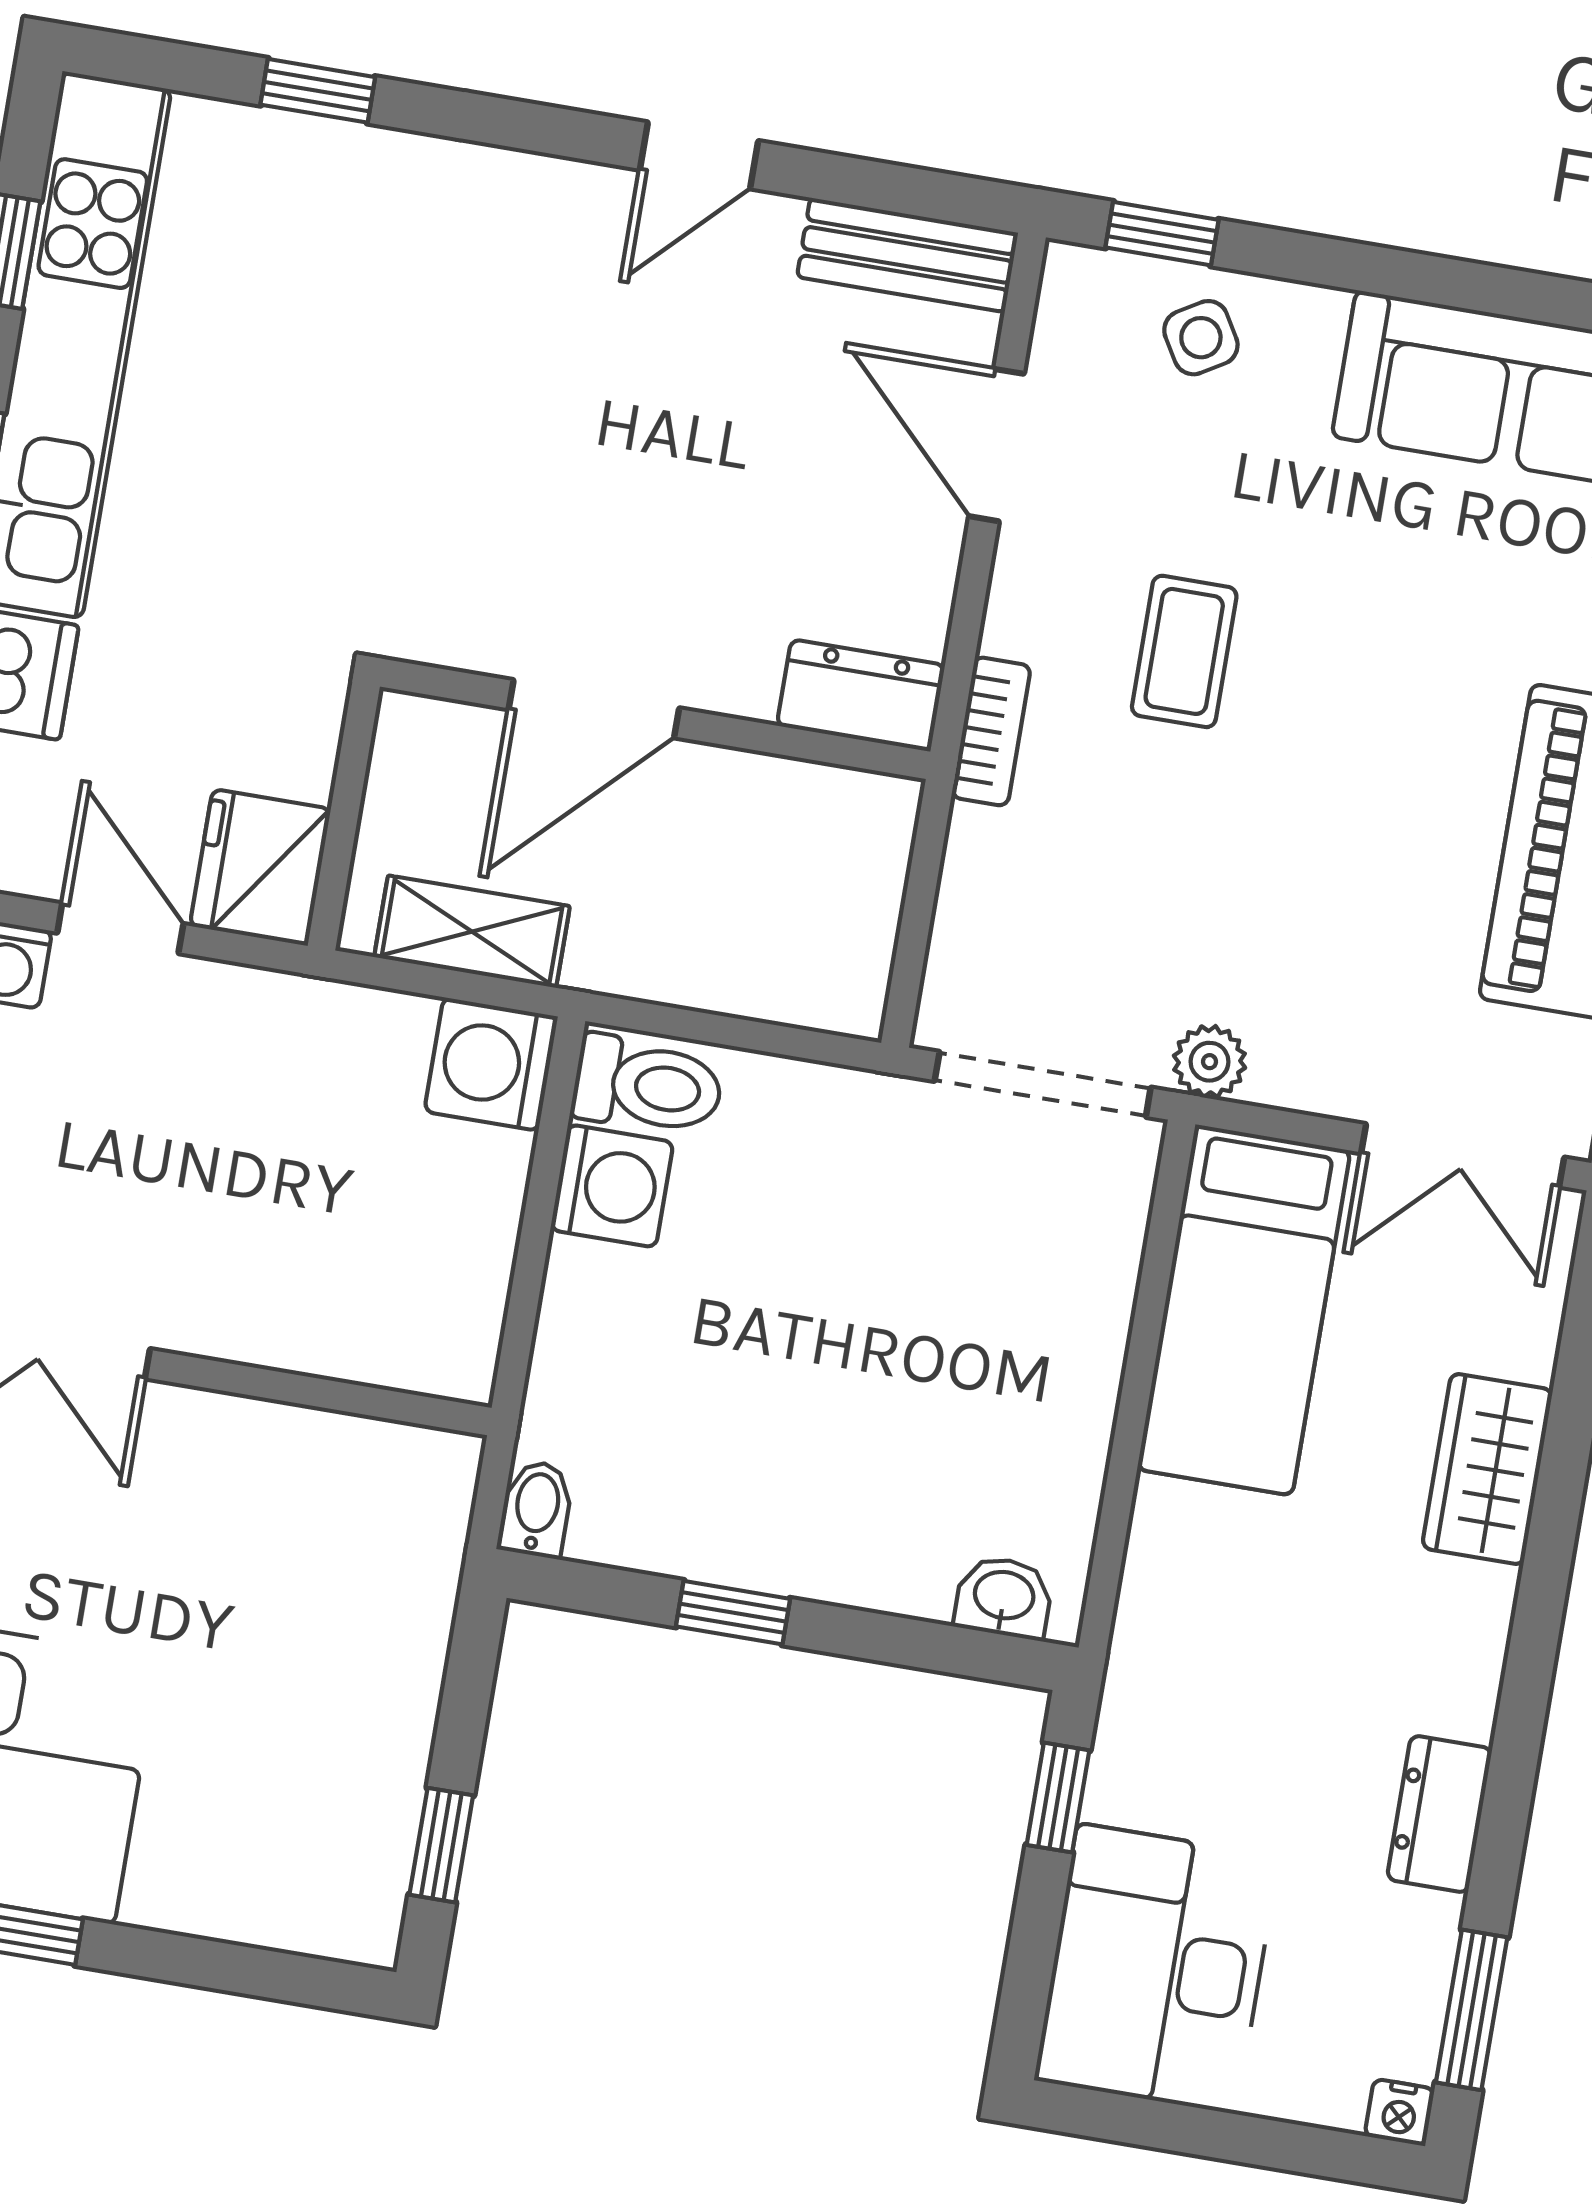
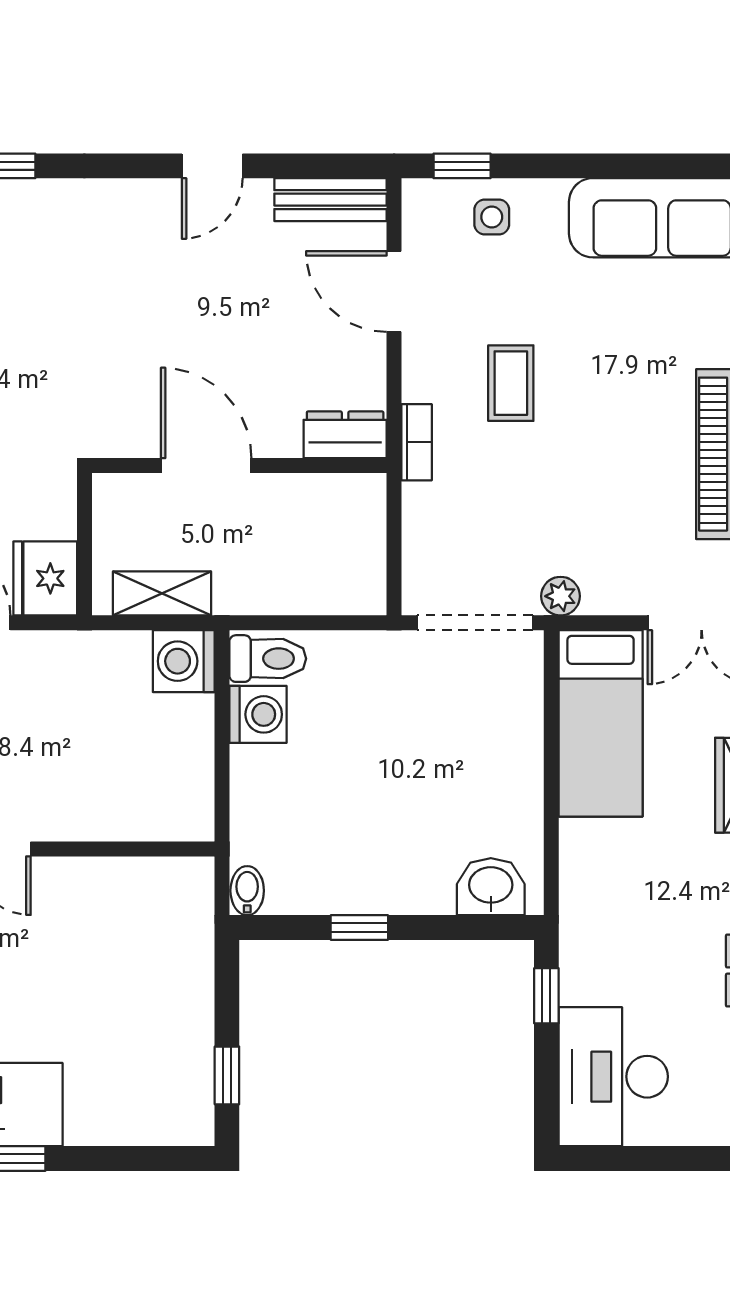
side table: (1201, 338) -> (492, 217), turned 31
door: (594, 709) -> (206, 466), swing flipped
washbasin: (1004, 1597) -> (491, 887), width x1.38, depth x1.45

